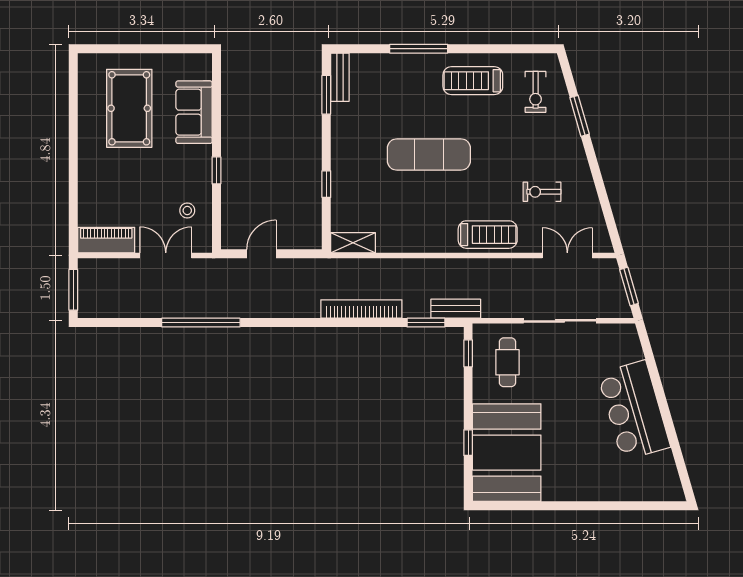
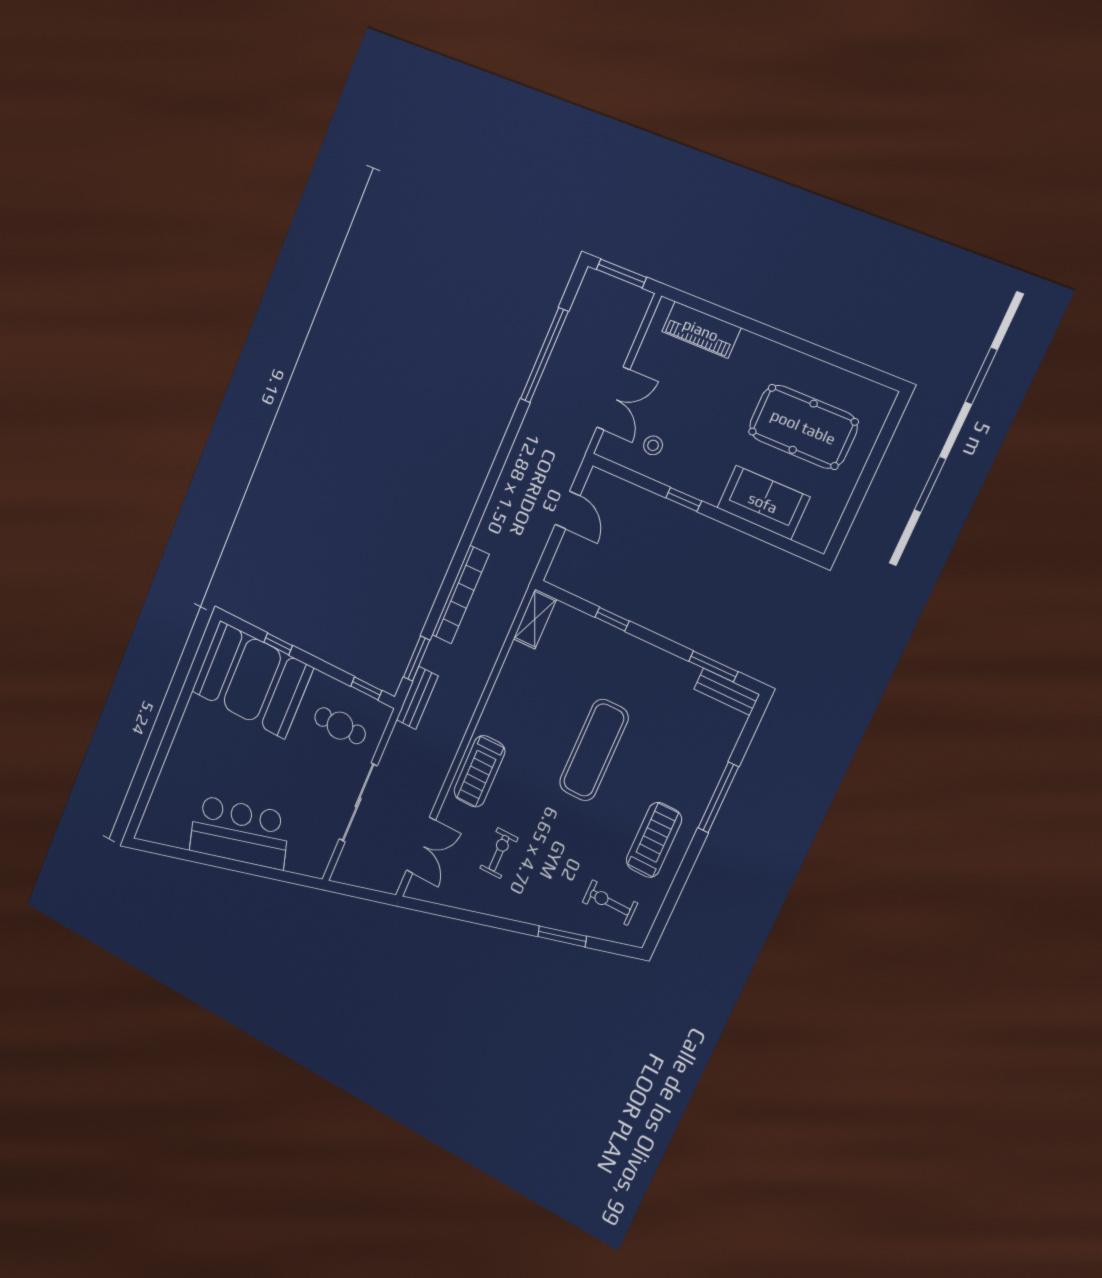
piano: (106, 240) -> (701, 330), moved, turned 90
window: (629, 287) -> (362, 893), removed
window: (201, 323) -> (544, 355), moved

